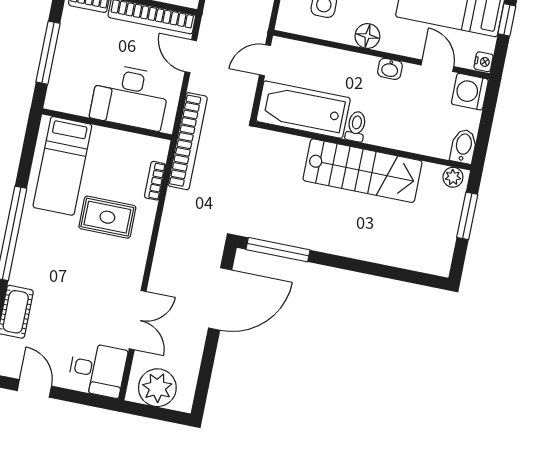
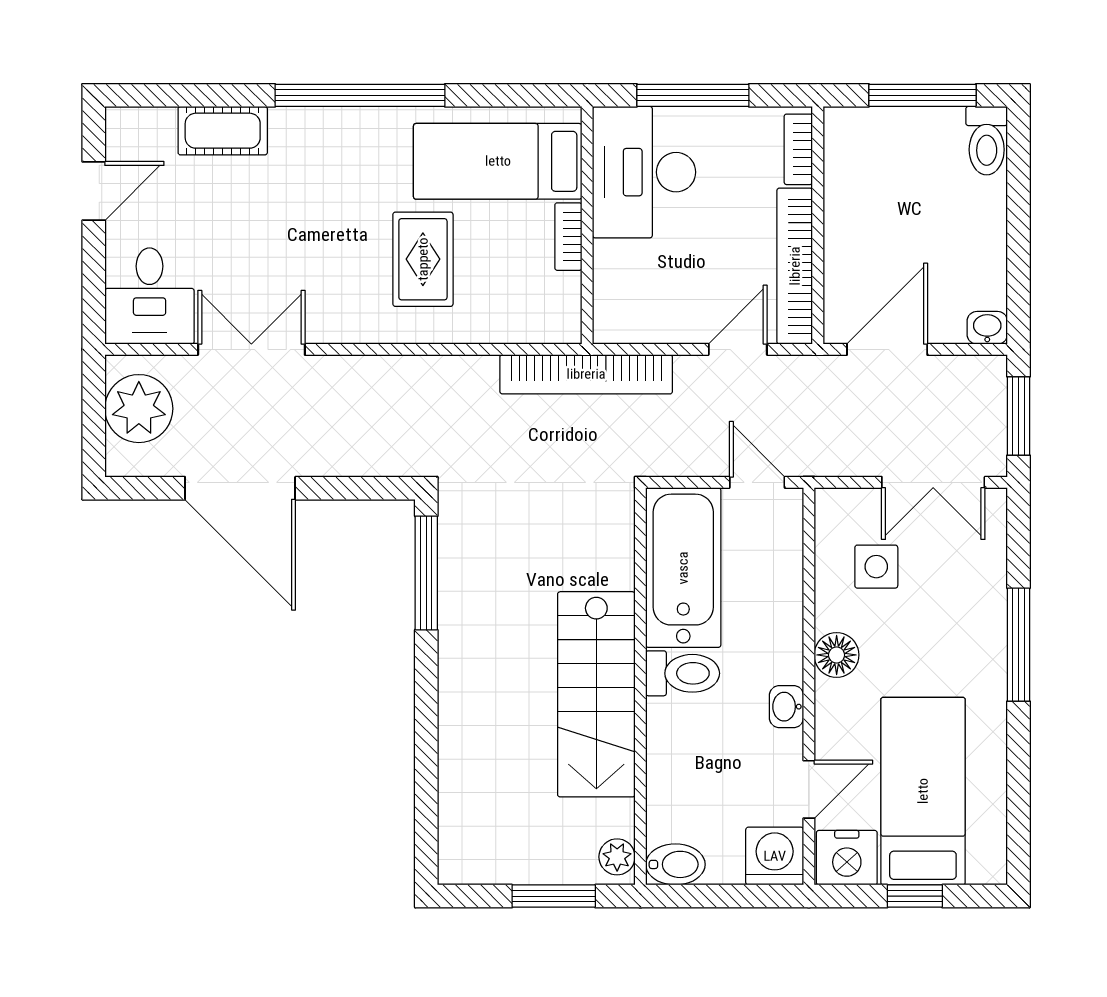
nightstand: (484, 62) -> (847, 858), width x1.89, depth x1.79
desk: (130, 97) -> (644, 172), moved
toilet: (356, 126) -> (683, 673), width x1.37, depth x1.39
bookcase: (155, 181) -> (568, 237), moved, turned -90
door: (220, 299) -> (240, 488), moved
double door: (138, 320) -> (251, 349), swing flipped

